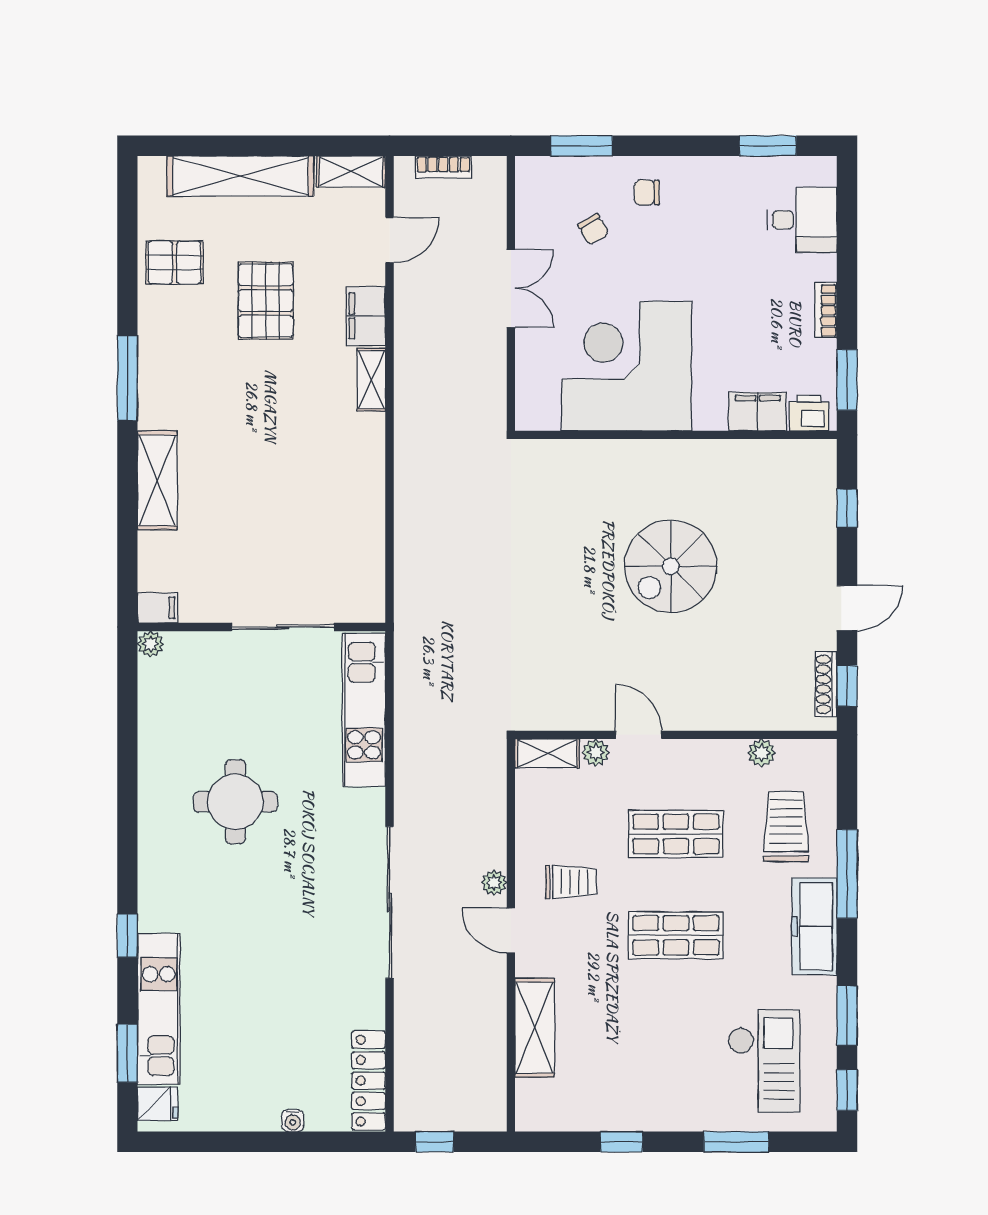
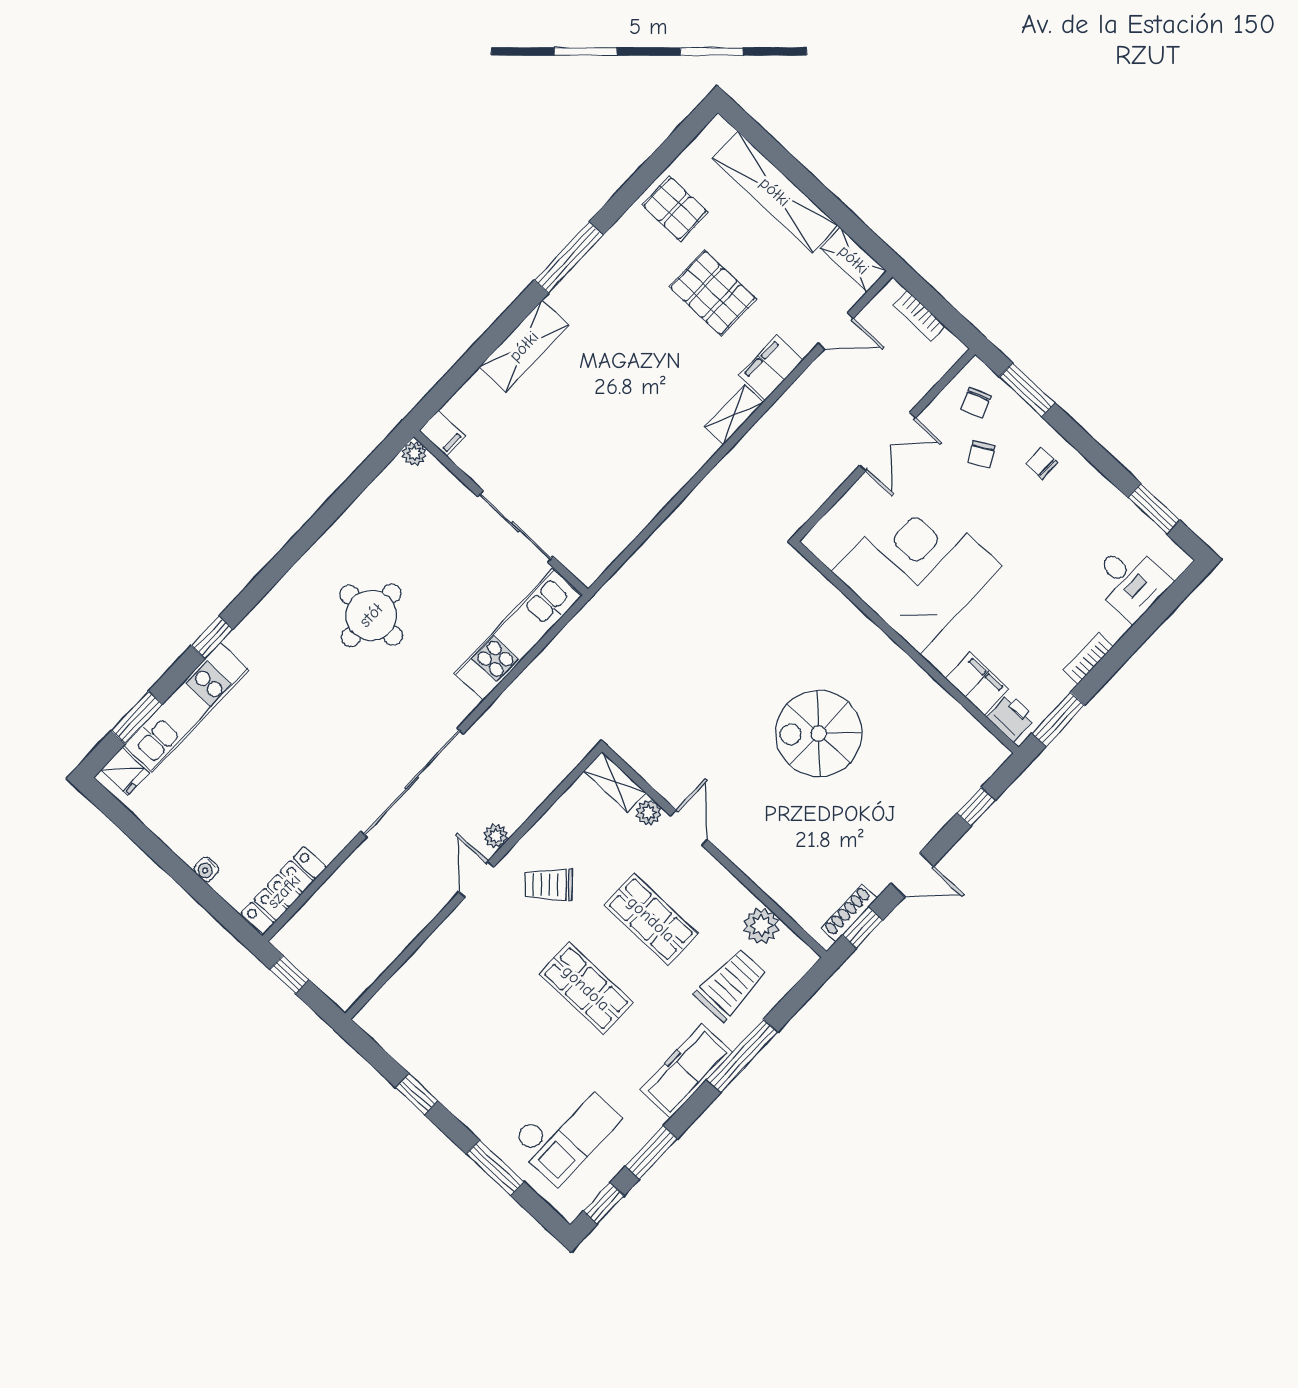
chair: (551, 193) -> (976, 403), added
pallet: (266, 301) -> (713, 293), turned 90
plant: (762, 753) -> (761, 926), width x1.38, depth x1.38
trolley: (571, 882) -> (549, 885), turned 137
shelving: (535, 1028) -> (431, 961), removed

